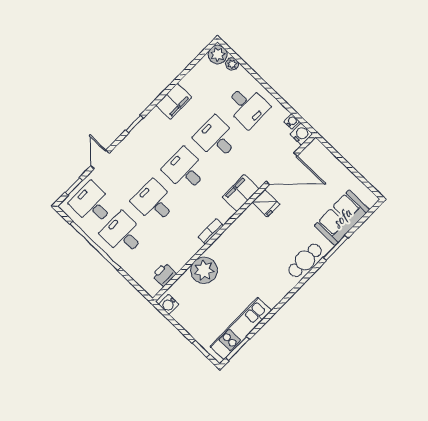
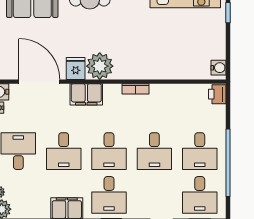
desk: (154, 140) -> (109, 195), added
plant: (204, 270) -> (100, 66), moved
printer: (164, 275) -> (217, 94), moved, turned 90

